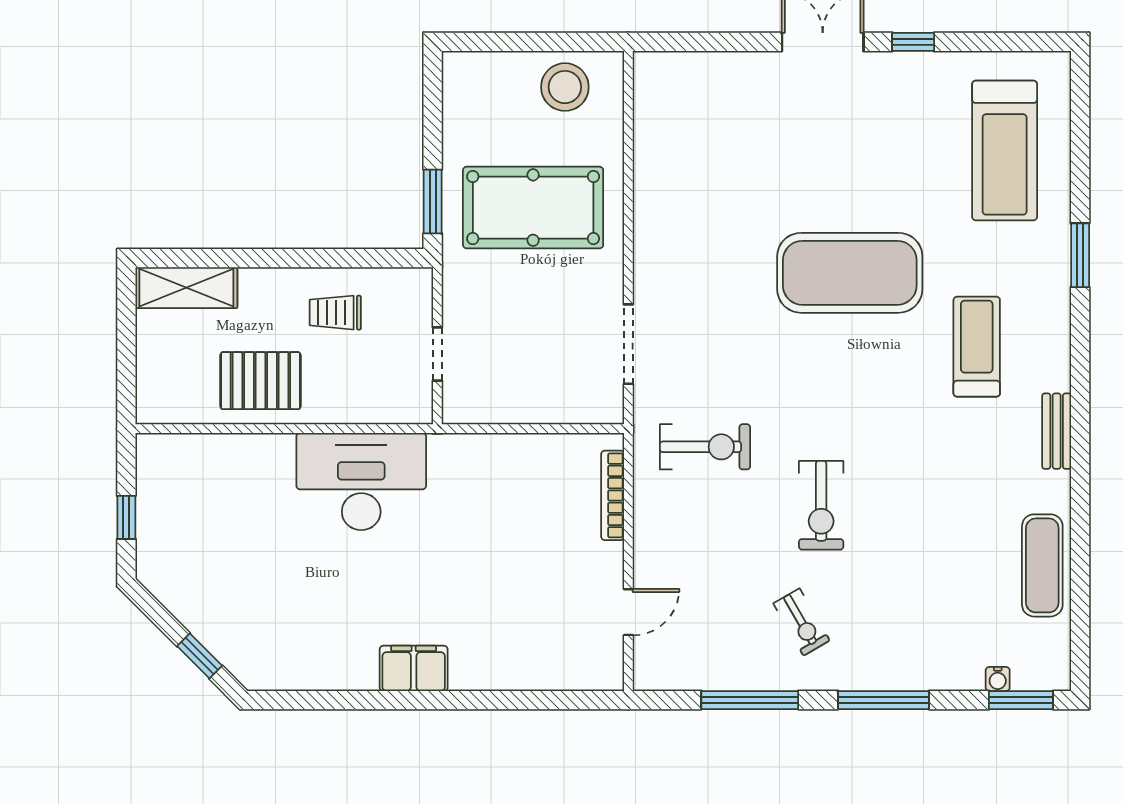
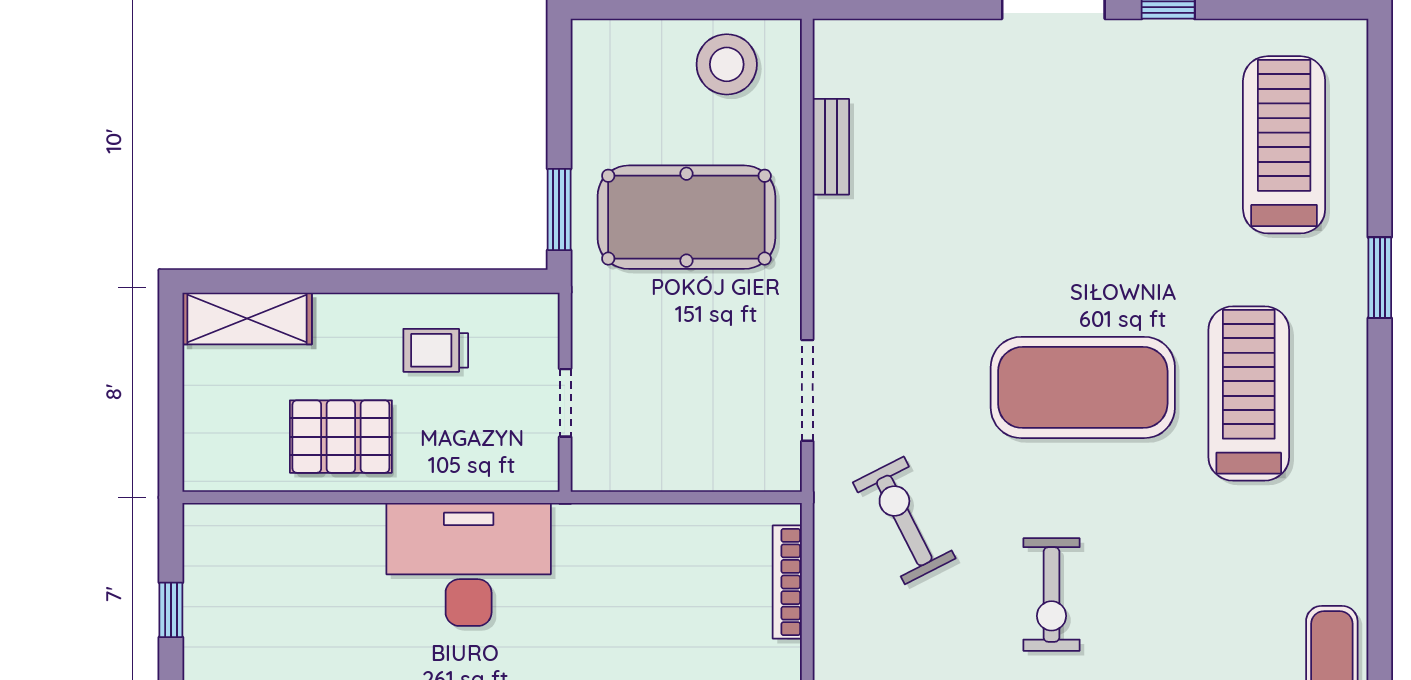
treadmill: (1005, 150) -> (1284, 145), turned 180
exercise mat: (850, 273) -> (1083, 387), moved
treadmill: (977, 347) -> (1249, 393), width x1.37, depth x1.38
bench: (1057, 431) -> (831, 147), moved
exercise bike: (705, 447) -> (904, 520), turned -117

